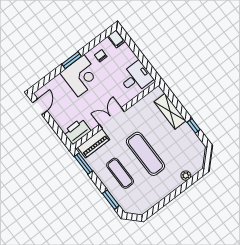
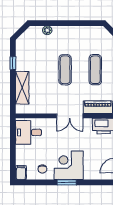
exercise mat: (145, 154) -> (65, 70), width x0.73, depth x0.69

